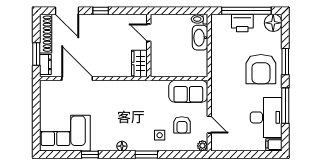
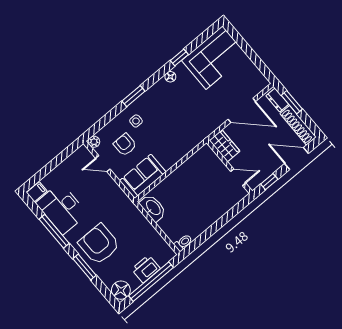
door: (149, 33) -> (238, 177), moved
washbasin: (200, 38) -> (153, 208), moved
wall: (149, 45) -> (229, 167), moved
wardrobe: (139, 64) -> (225, 146), moved
floor lamp: (122, 146) -> (170, 77), moved

